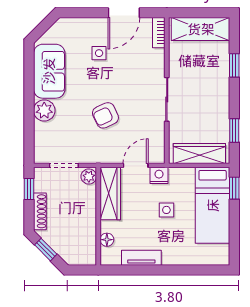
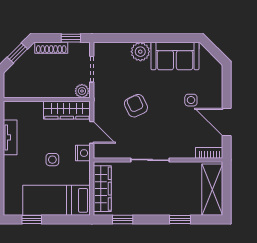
window: (234, 188) -> (32, 220), moved
floor lamp: (107, 240) -> (26, 107), removed

